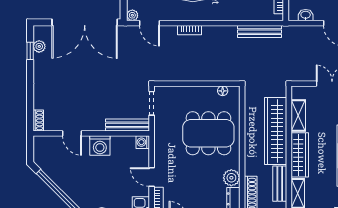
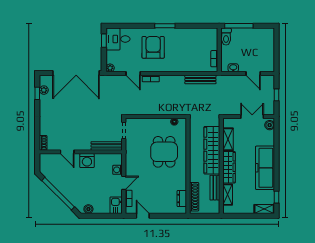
door: (149, 23) -> (133, 74), moved
dining table: (208, 133) -> (164, 152), width x0.73
washing machine: (143, 142) -> (117, 170), moved
door: (152, 177) -> (124, 183), swing flipped
plant: (231, 178) -> (181, 183), removed

